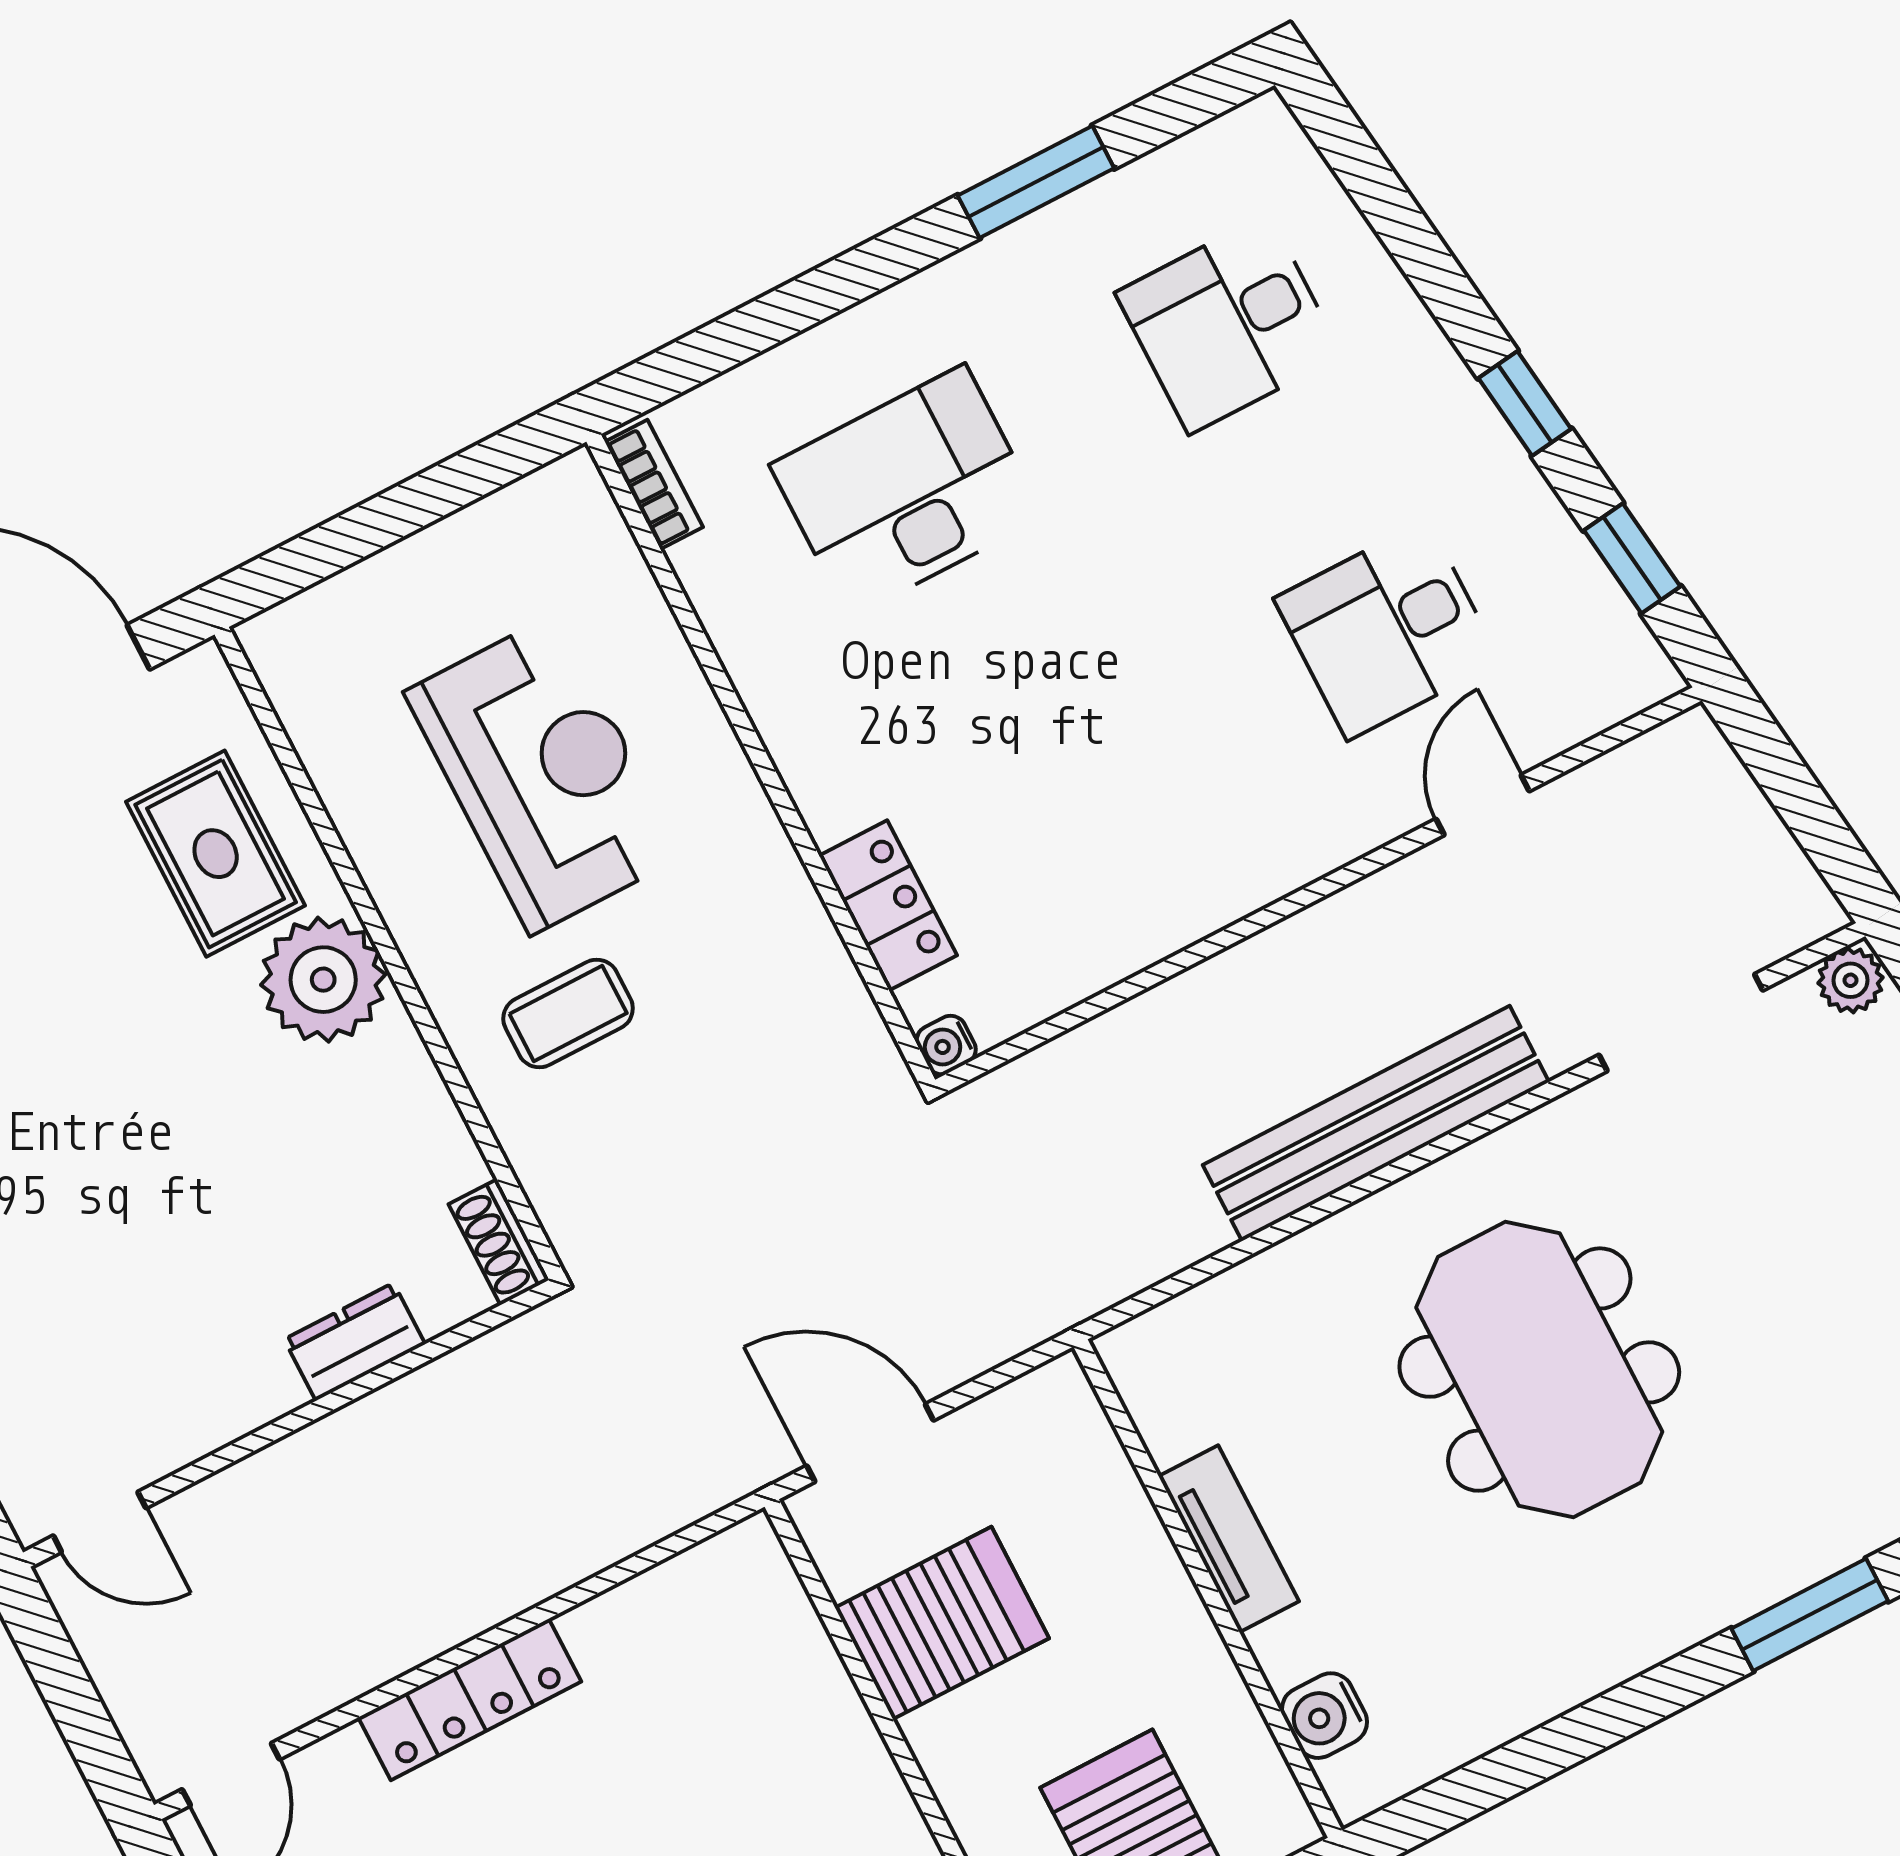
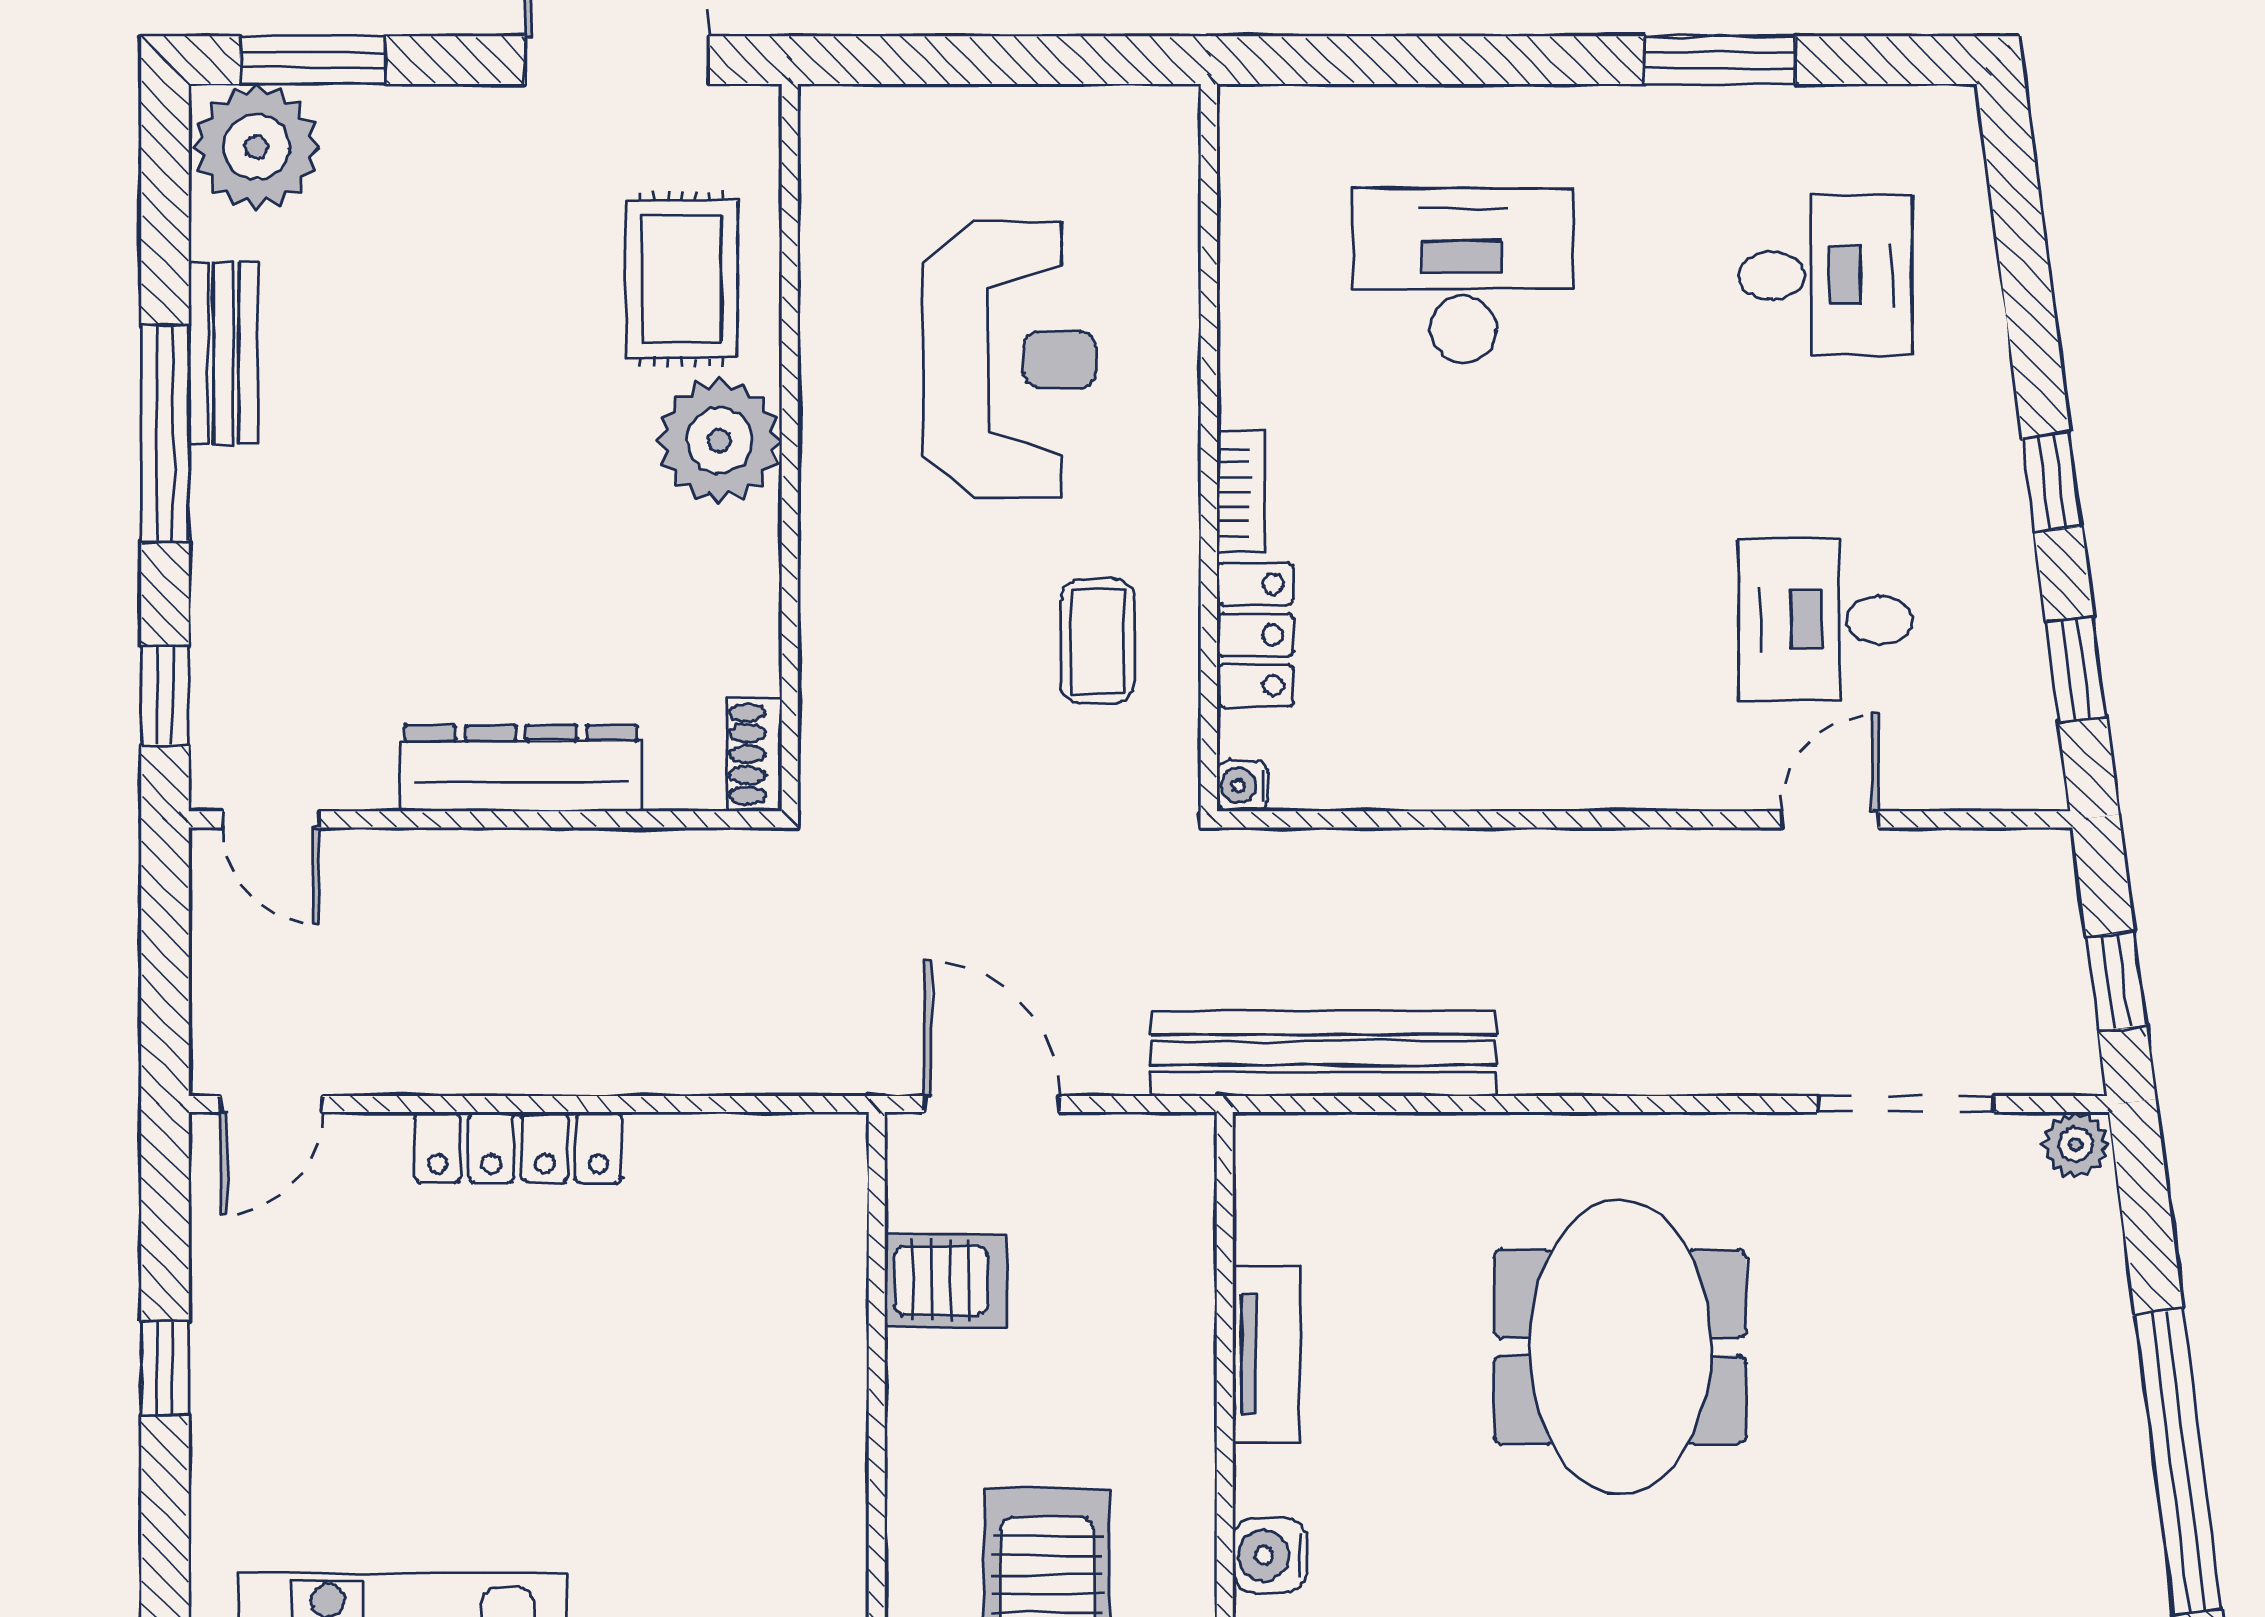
desk: (1229, 324) -> (1826, 275), turned 180
bookcase: (654, 484) -> (1241, 492), moved
window: (1811, 817) -> (2116, 981), added
coffee table: (568, 1013) -> (1098, 641), moved, turned 90
bench: (1376, 1123) -> (1323, 1053), moved
dresser: (355, 1342) -> (521, 768), width x1.96, depth x1.24
server rack: (942, 1623) -> (946, 1280), width x0.73, depth x0.70

